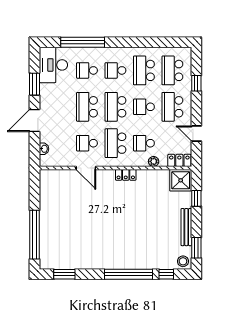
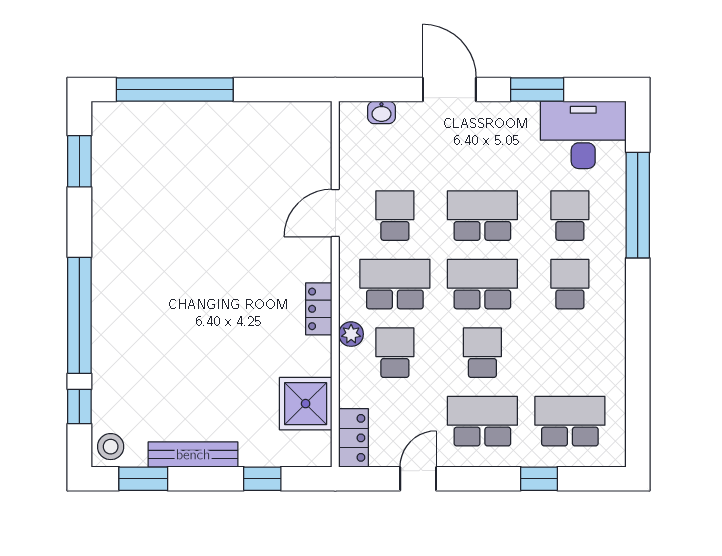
school desk: (144, 70) -> (570, 353), removed
plant: (154, 161) -> (351, 334), moved
shower: (181, 180) -> (306, 404), moved

